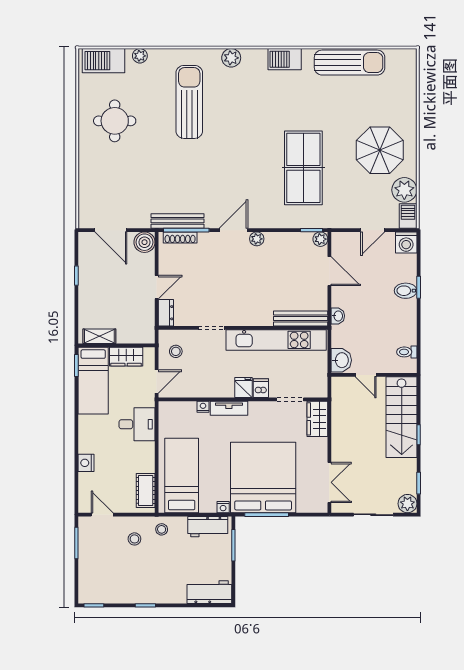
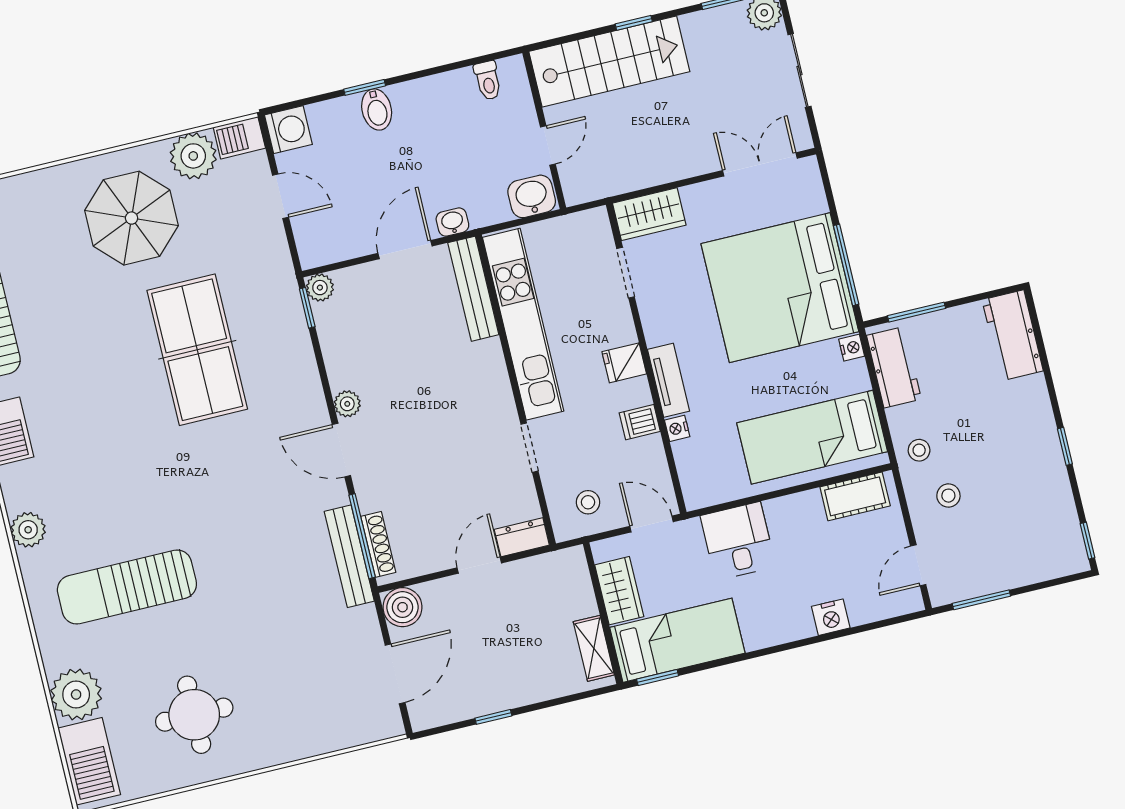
plant: (140, 56) -> (76, 695), width x1.88, depth x1.88
table tennis table: (303, 168) -> (197, 350), turned 90
door: (329, 271) -> (405, 250), moved
door: (157, 287) -> (479, 565), hinge flipped
dishwasher: (261, 388) -> (640, 422), moved

